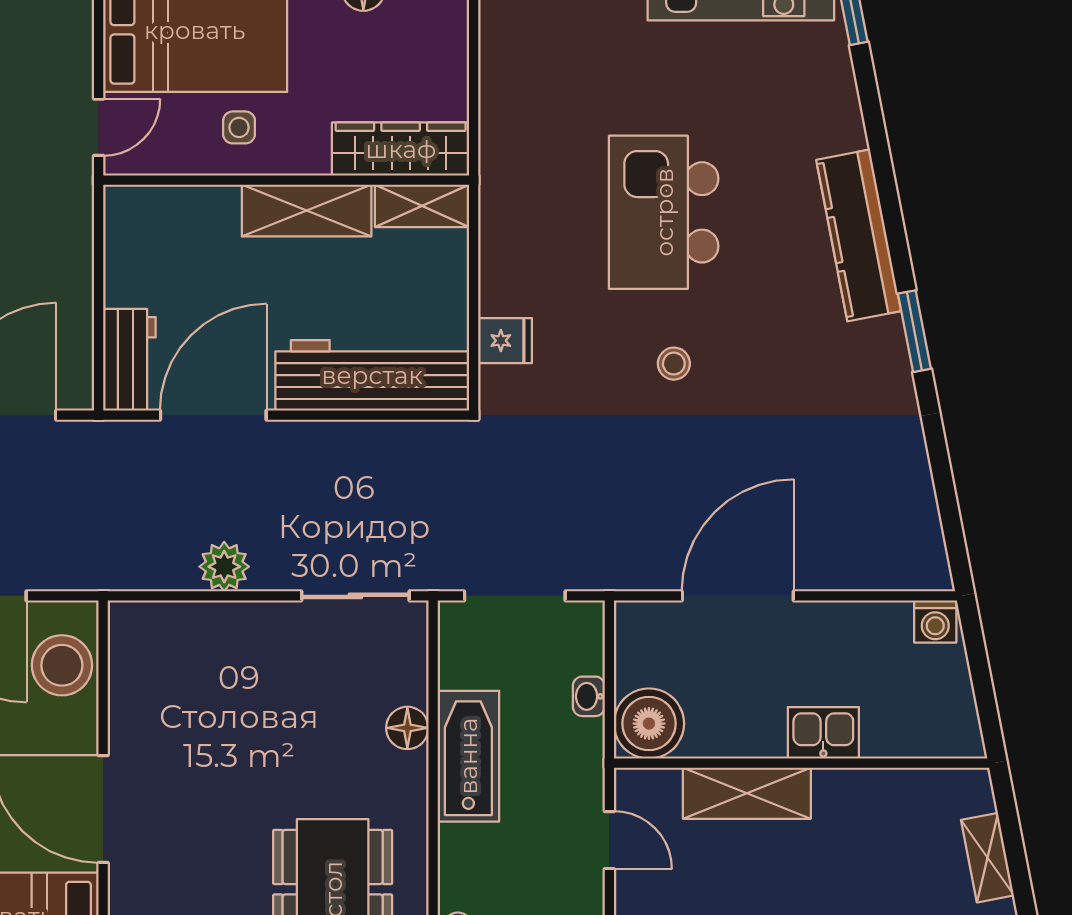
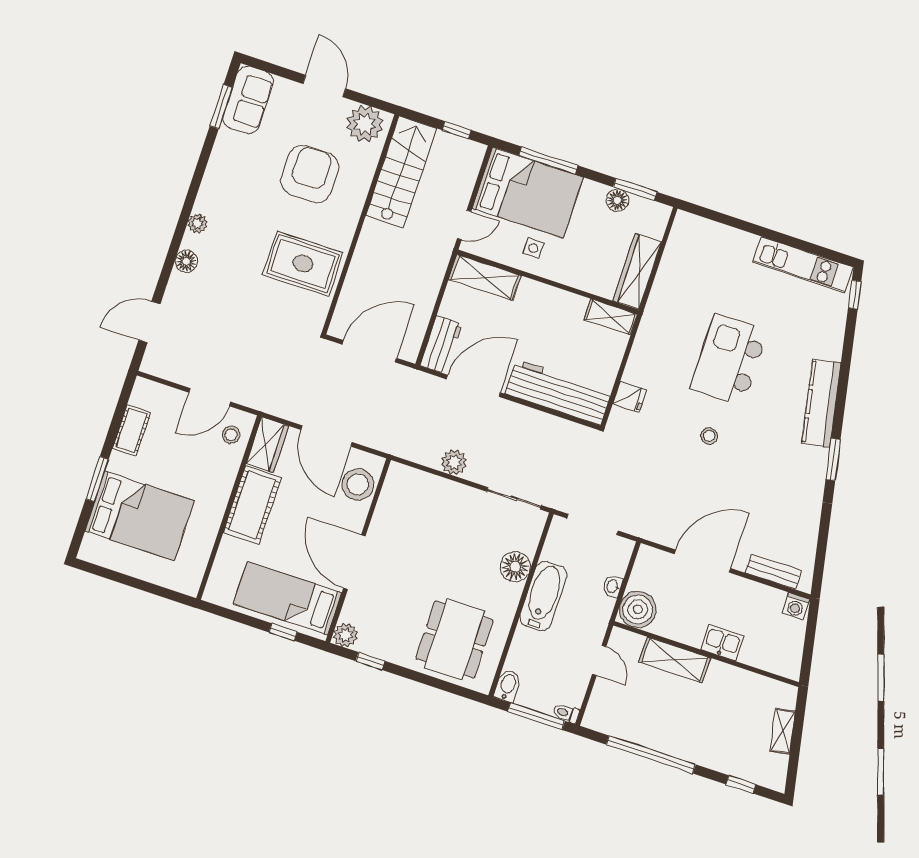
wardrobe: (401, 149) -> (637, 271), moved, turned -90
shelving: (307, 211) -> (485, 277), moved
bench: (873, 572) -> (773, 572), added
floor lamp: (407, 728) -> (515, 567), width x1.38, depth x1.38

